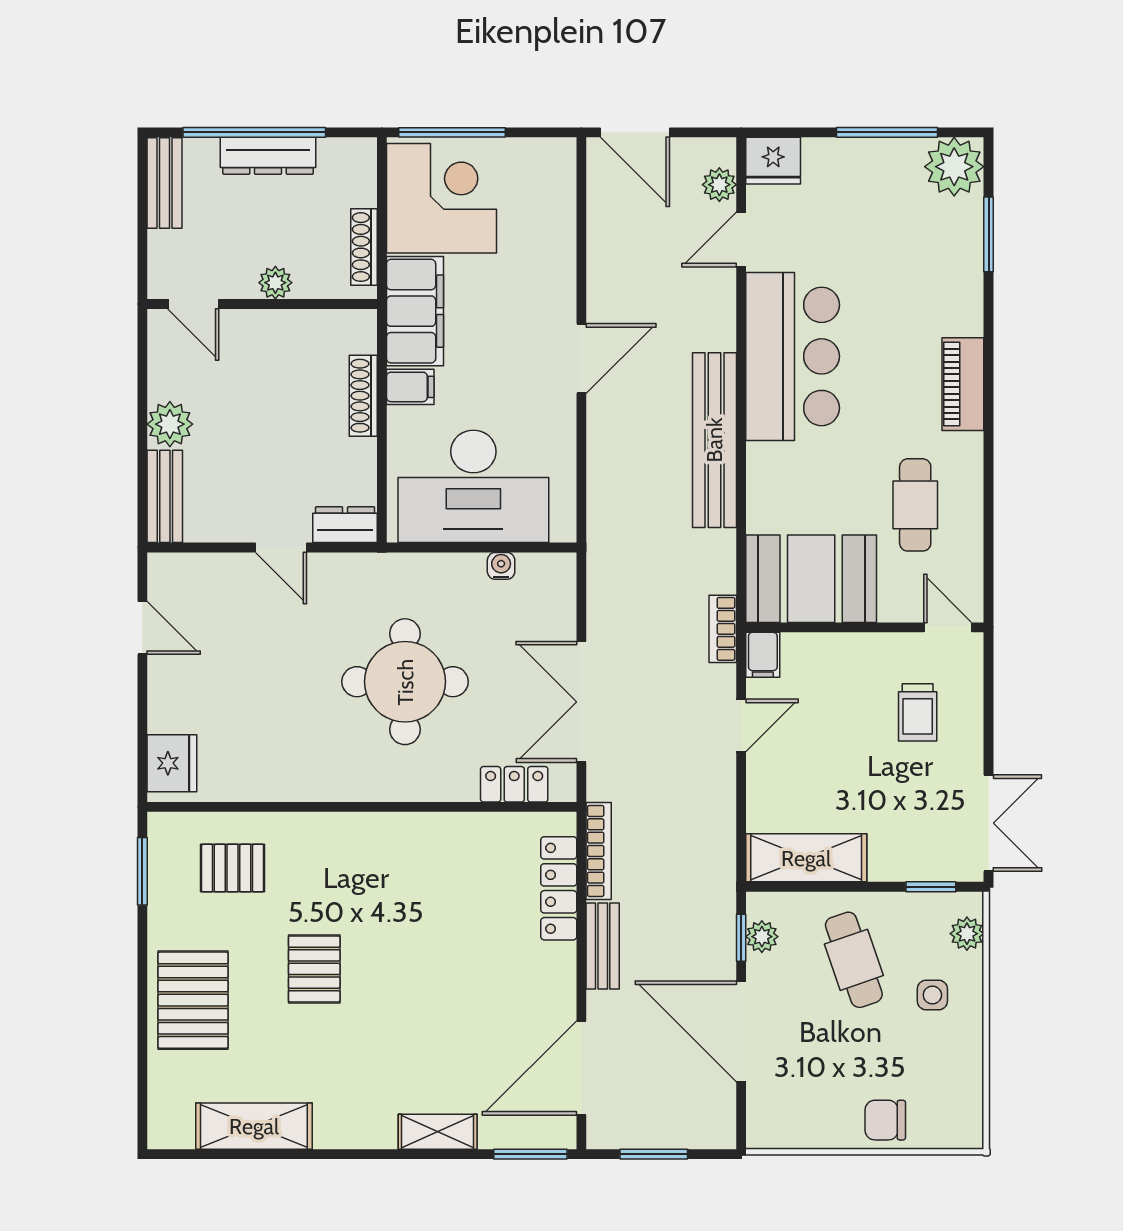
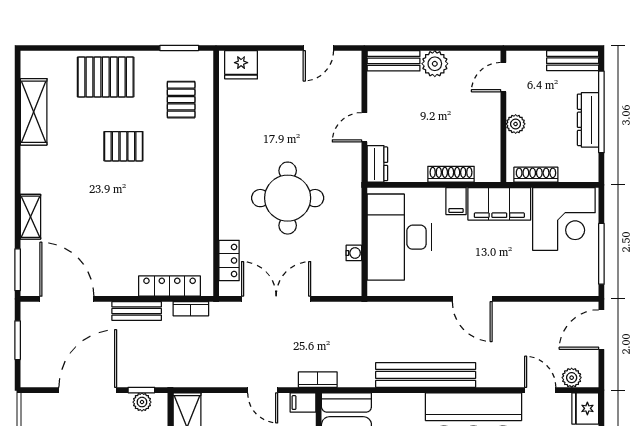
window: (452, 132) -> (601, 254), moved
bookcase: (599, 851) -> (191, 309), width x0.64

